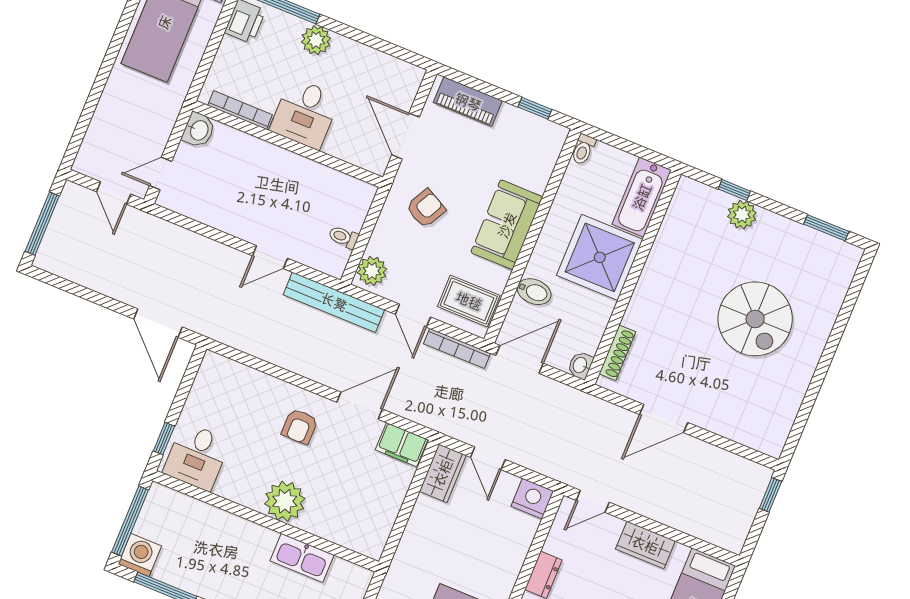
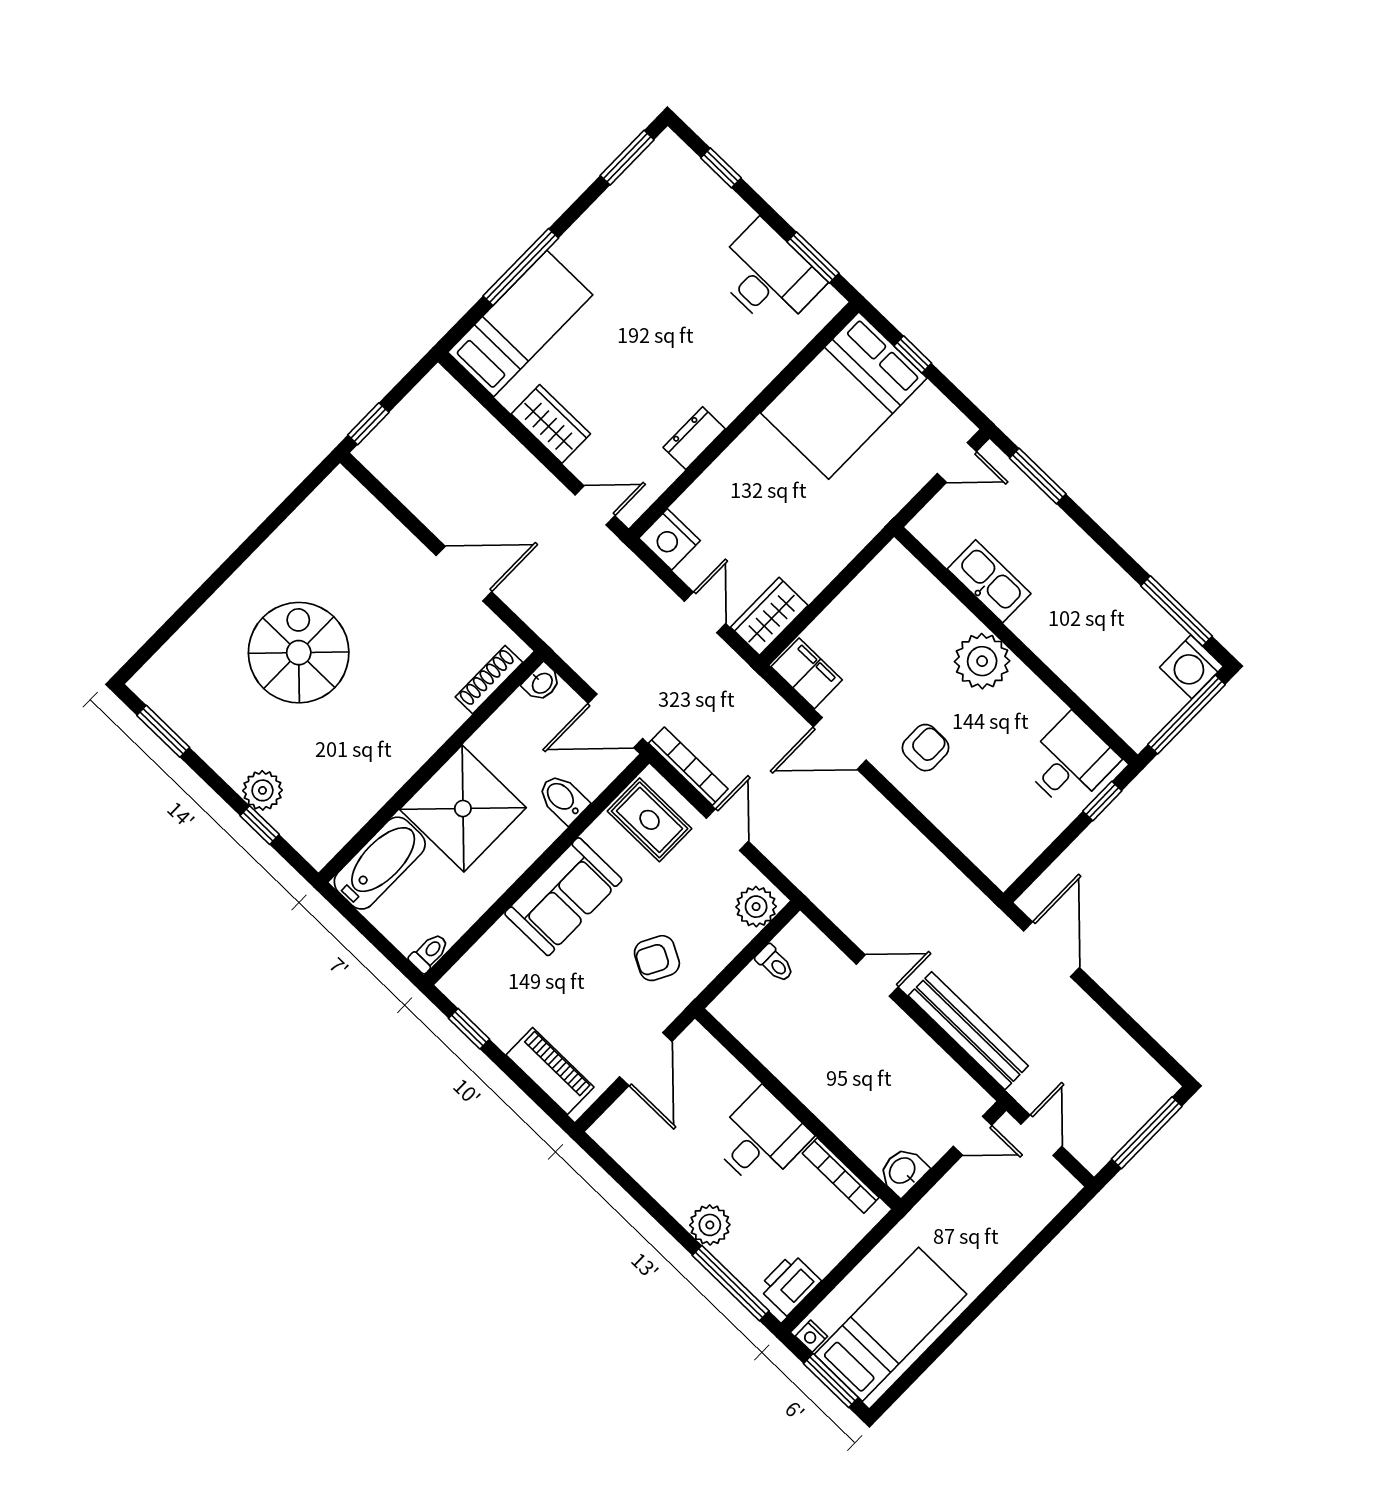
bench: (334, 302) -> (968, 1031), moved

